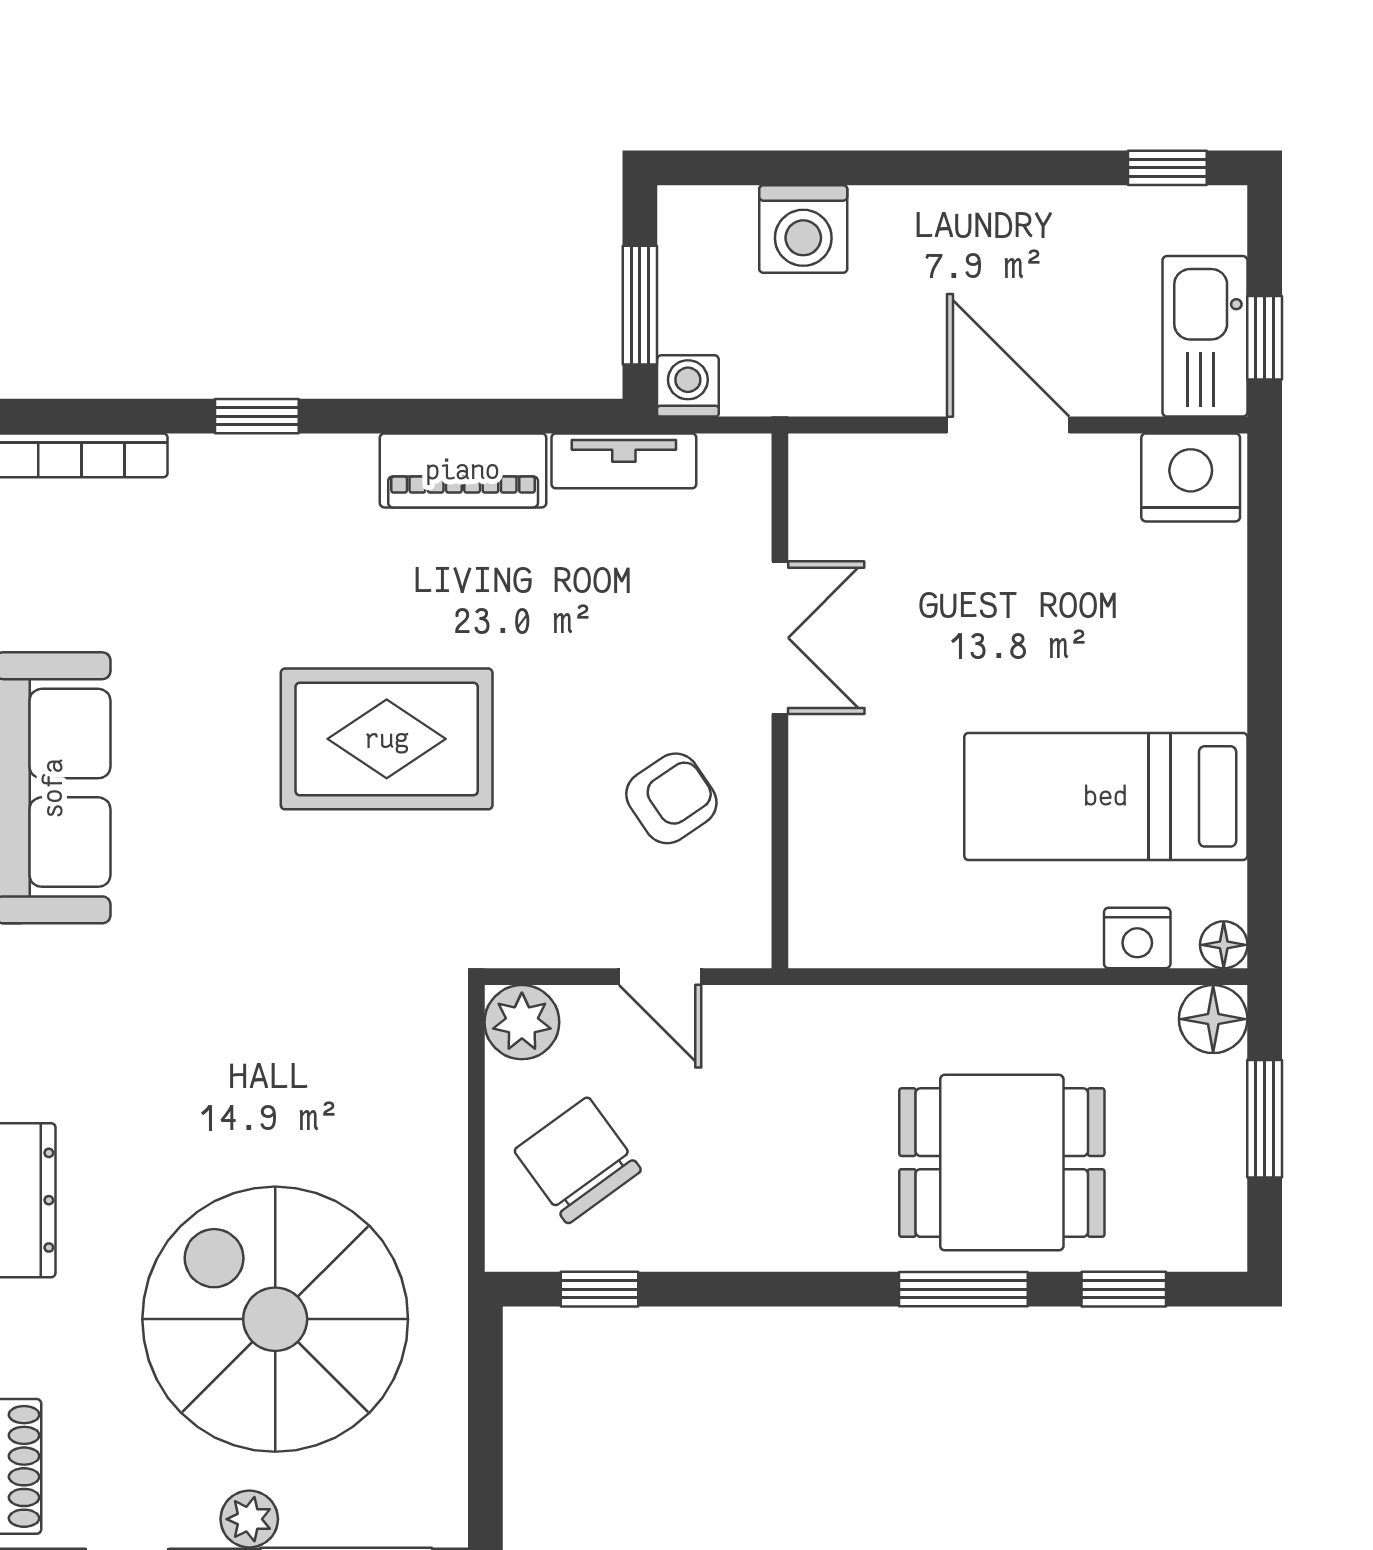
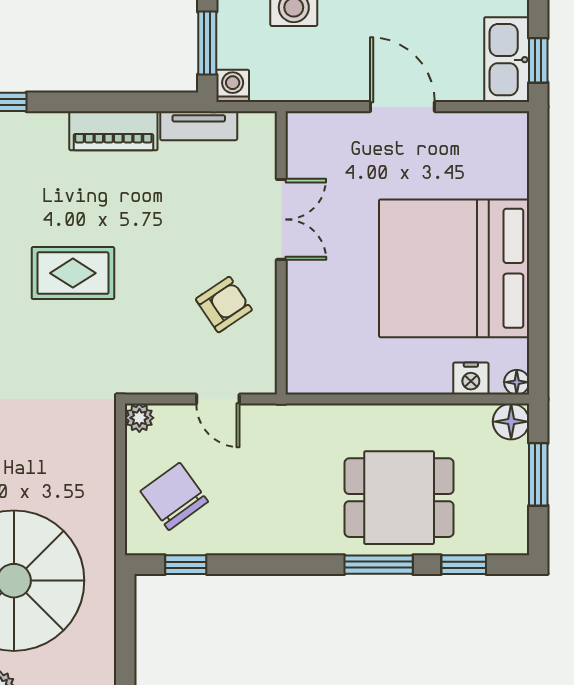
nightstand: (1191, 477) -> (499, 134), removed
rug: (387, 739) -> (73, 273), width x0.73, depth x0.70
bed: (1106, 796) -> (454, 268), width x2.04
plant: (522, 1022) -> (139, 418), width x0.73, depth x0.73

